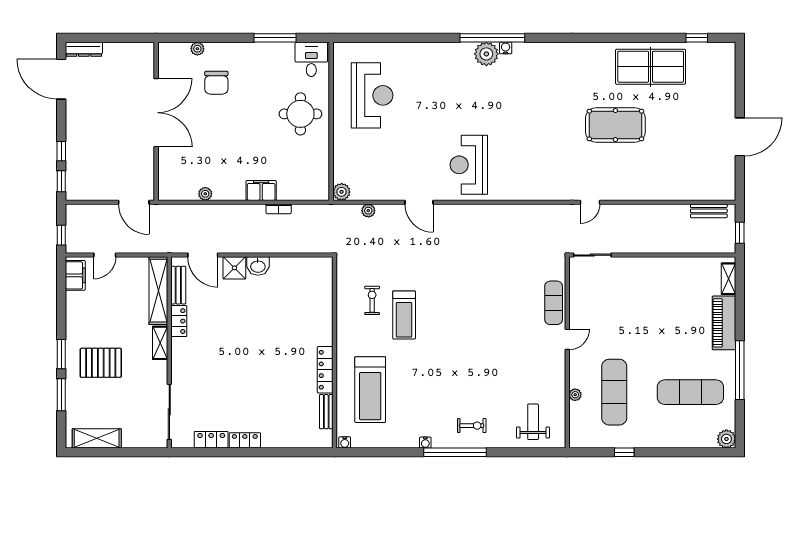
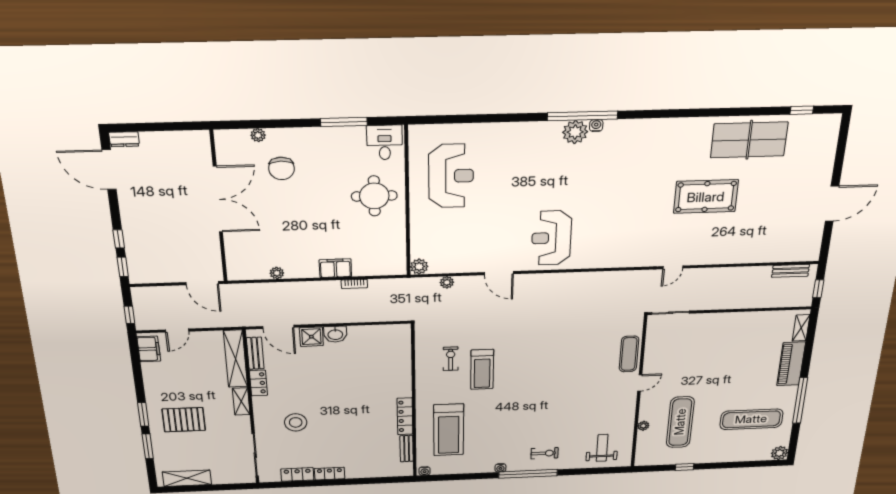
dresser: (84, 49) -> (124, 139), width x0.70
stool: (213, 372) -> (296, 422), added

